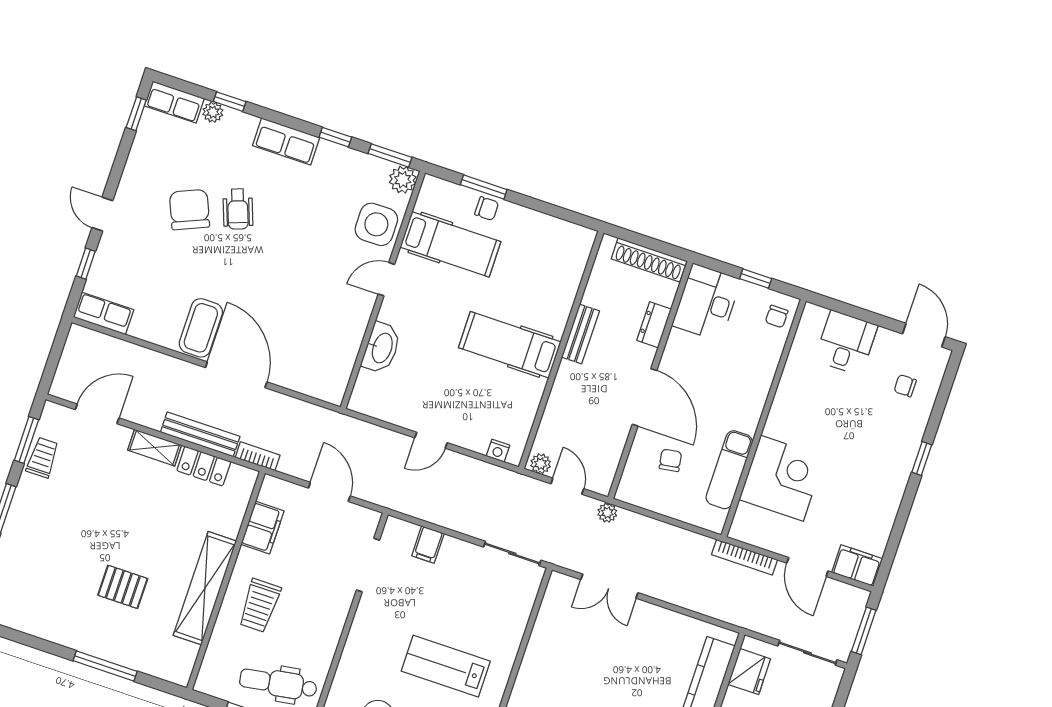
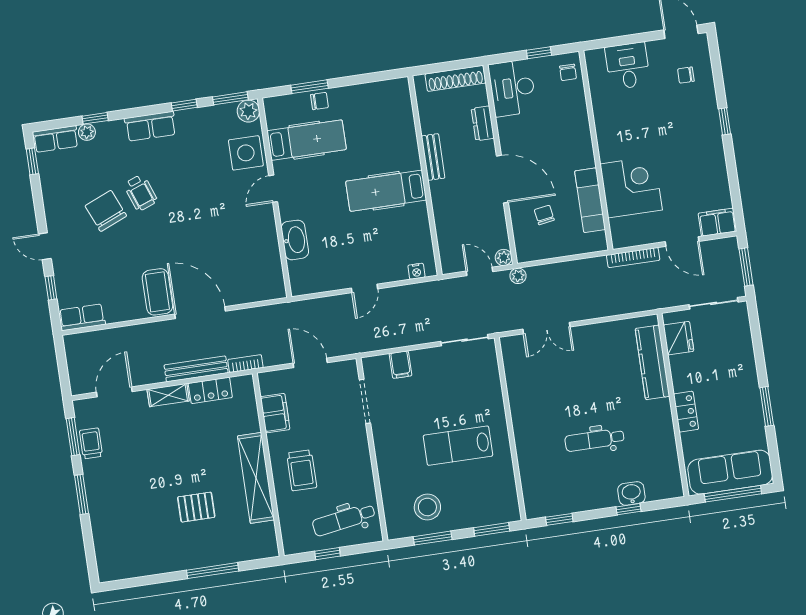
plant: (541, 464) -> (504, 257), moved

